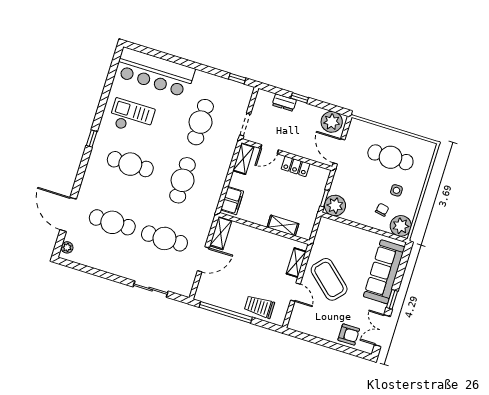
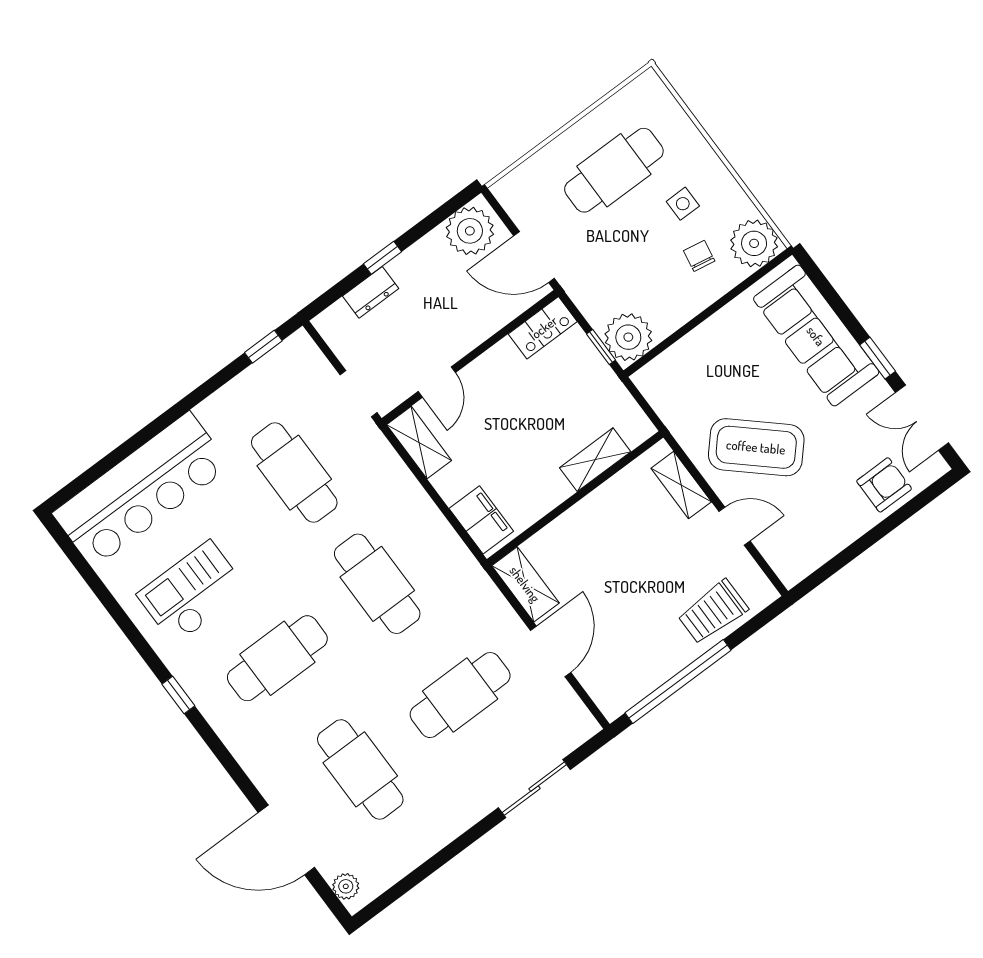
locker: (295, 166) -> (543, 328), moved
cafe table: (112, 222) -> (360, 769), turned 90

